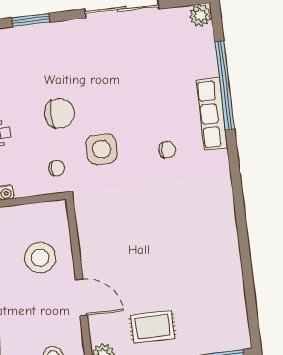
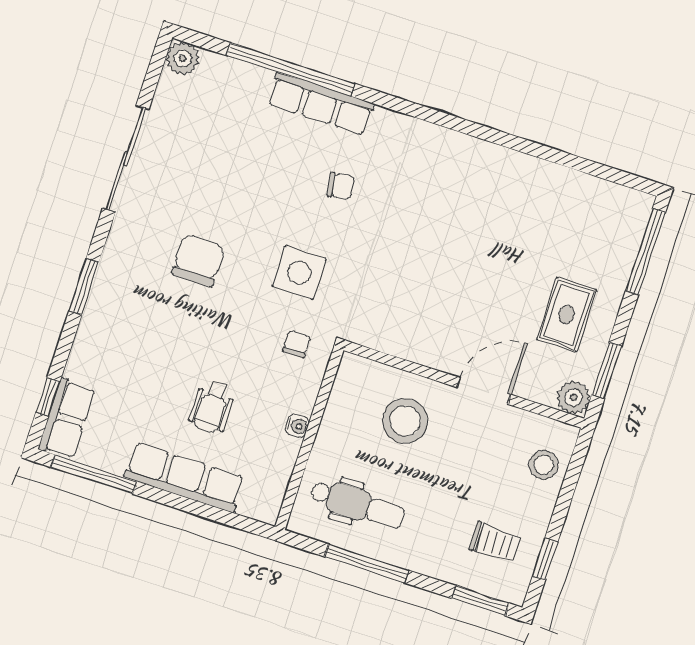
chair: (59, 113) -> (198, 260), moved
chair: (167, 150) -> (341, 186), turned 81

